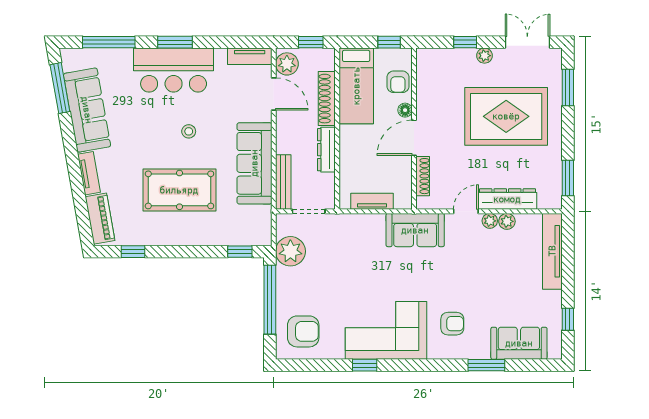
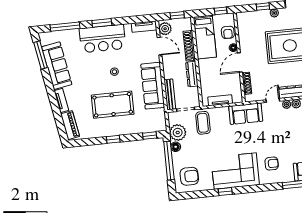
coffee table: (337, 239) -> (203, 123), added
window: (133, 252) -> (113, 139), moved
floor lamp: (284, 276) -> (176, 147), added

